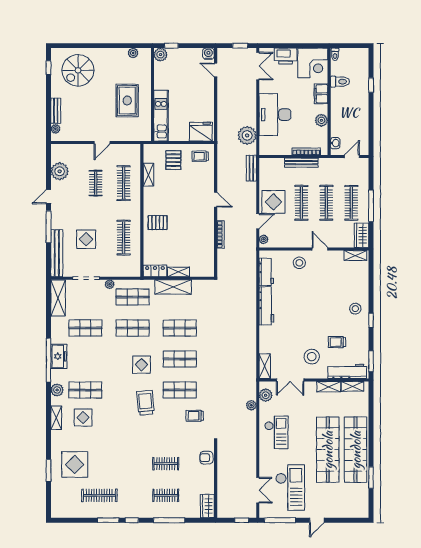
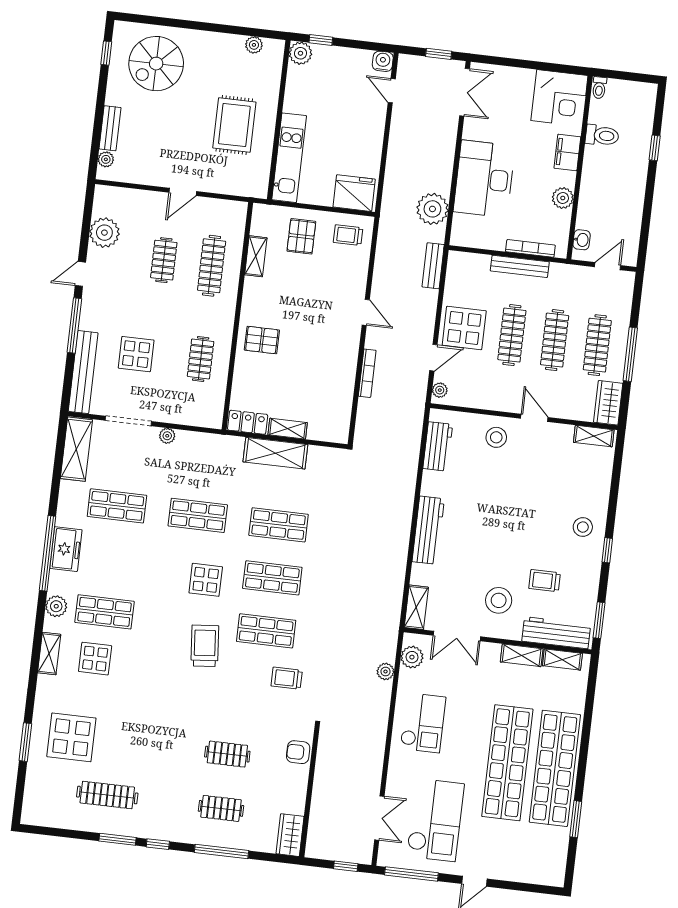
printer: (286, 56) -> (514, 81), removed
clothes rail: (124, 238) -> (201, 359), width x0.73
shop shelf: (133, 297) -> (204, 462), removed
workbench: (266, 306) -> (428, 530), moved

